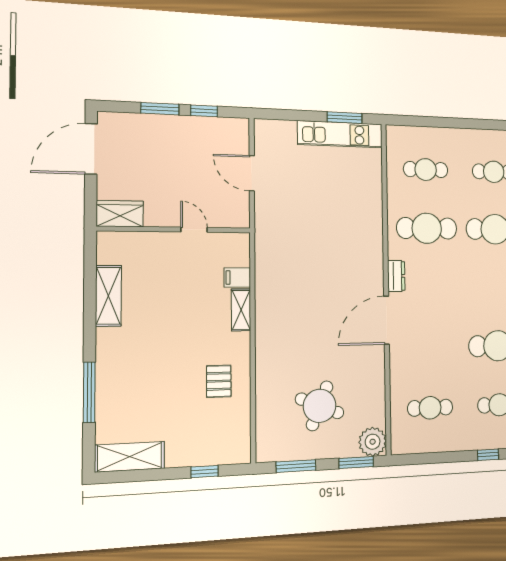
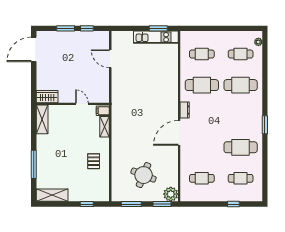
wardrobe: (120, 214) -> (47, 97), moved
wall: (175, 229) -> (73, 104), moved
door: (194, 230) -> (82, 104), moved

